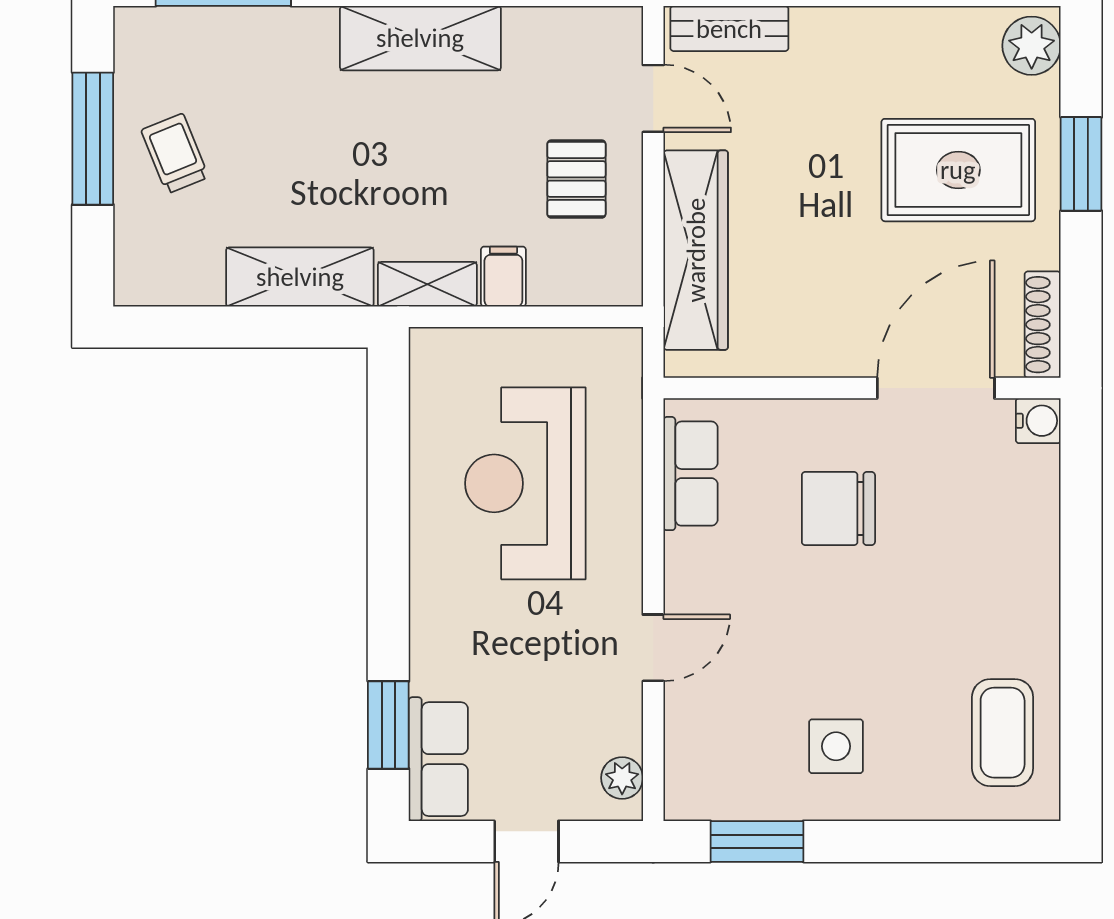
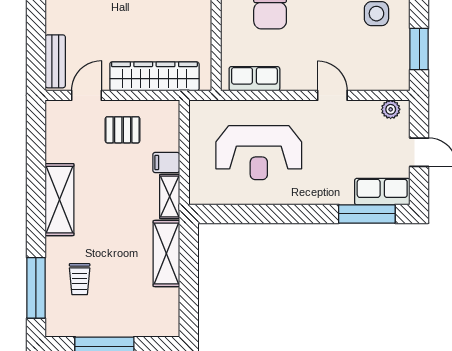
trolley: (175, 154) -> (80, 279), moved, turned -68
window: (388, 725) -> (367, 214), width x1.44

